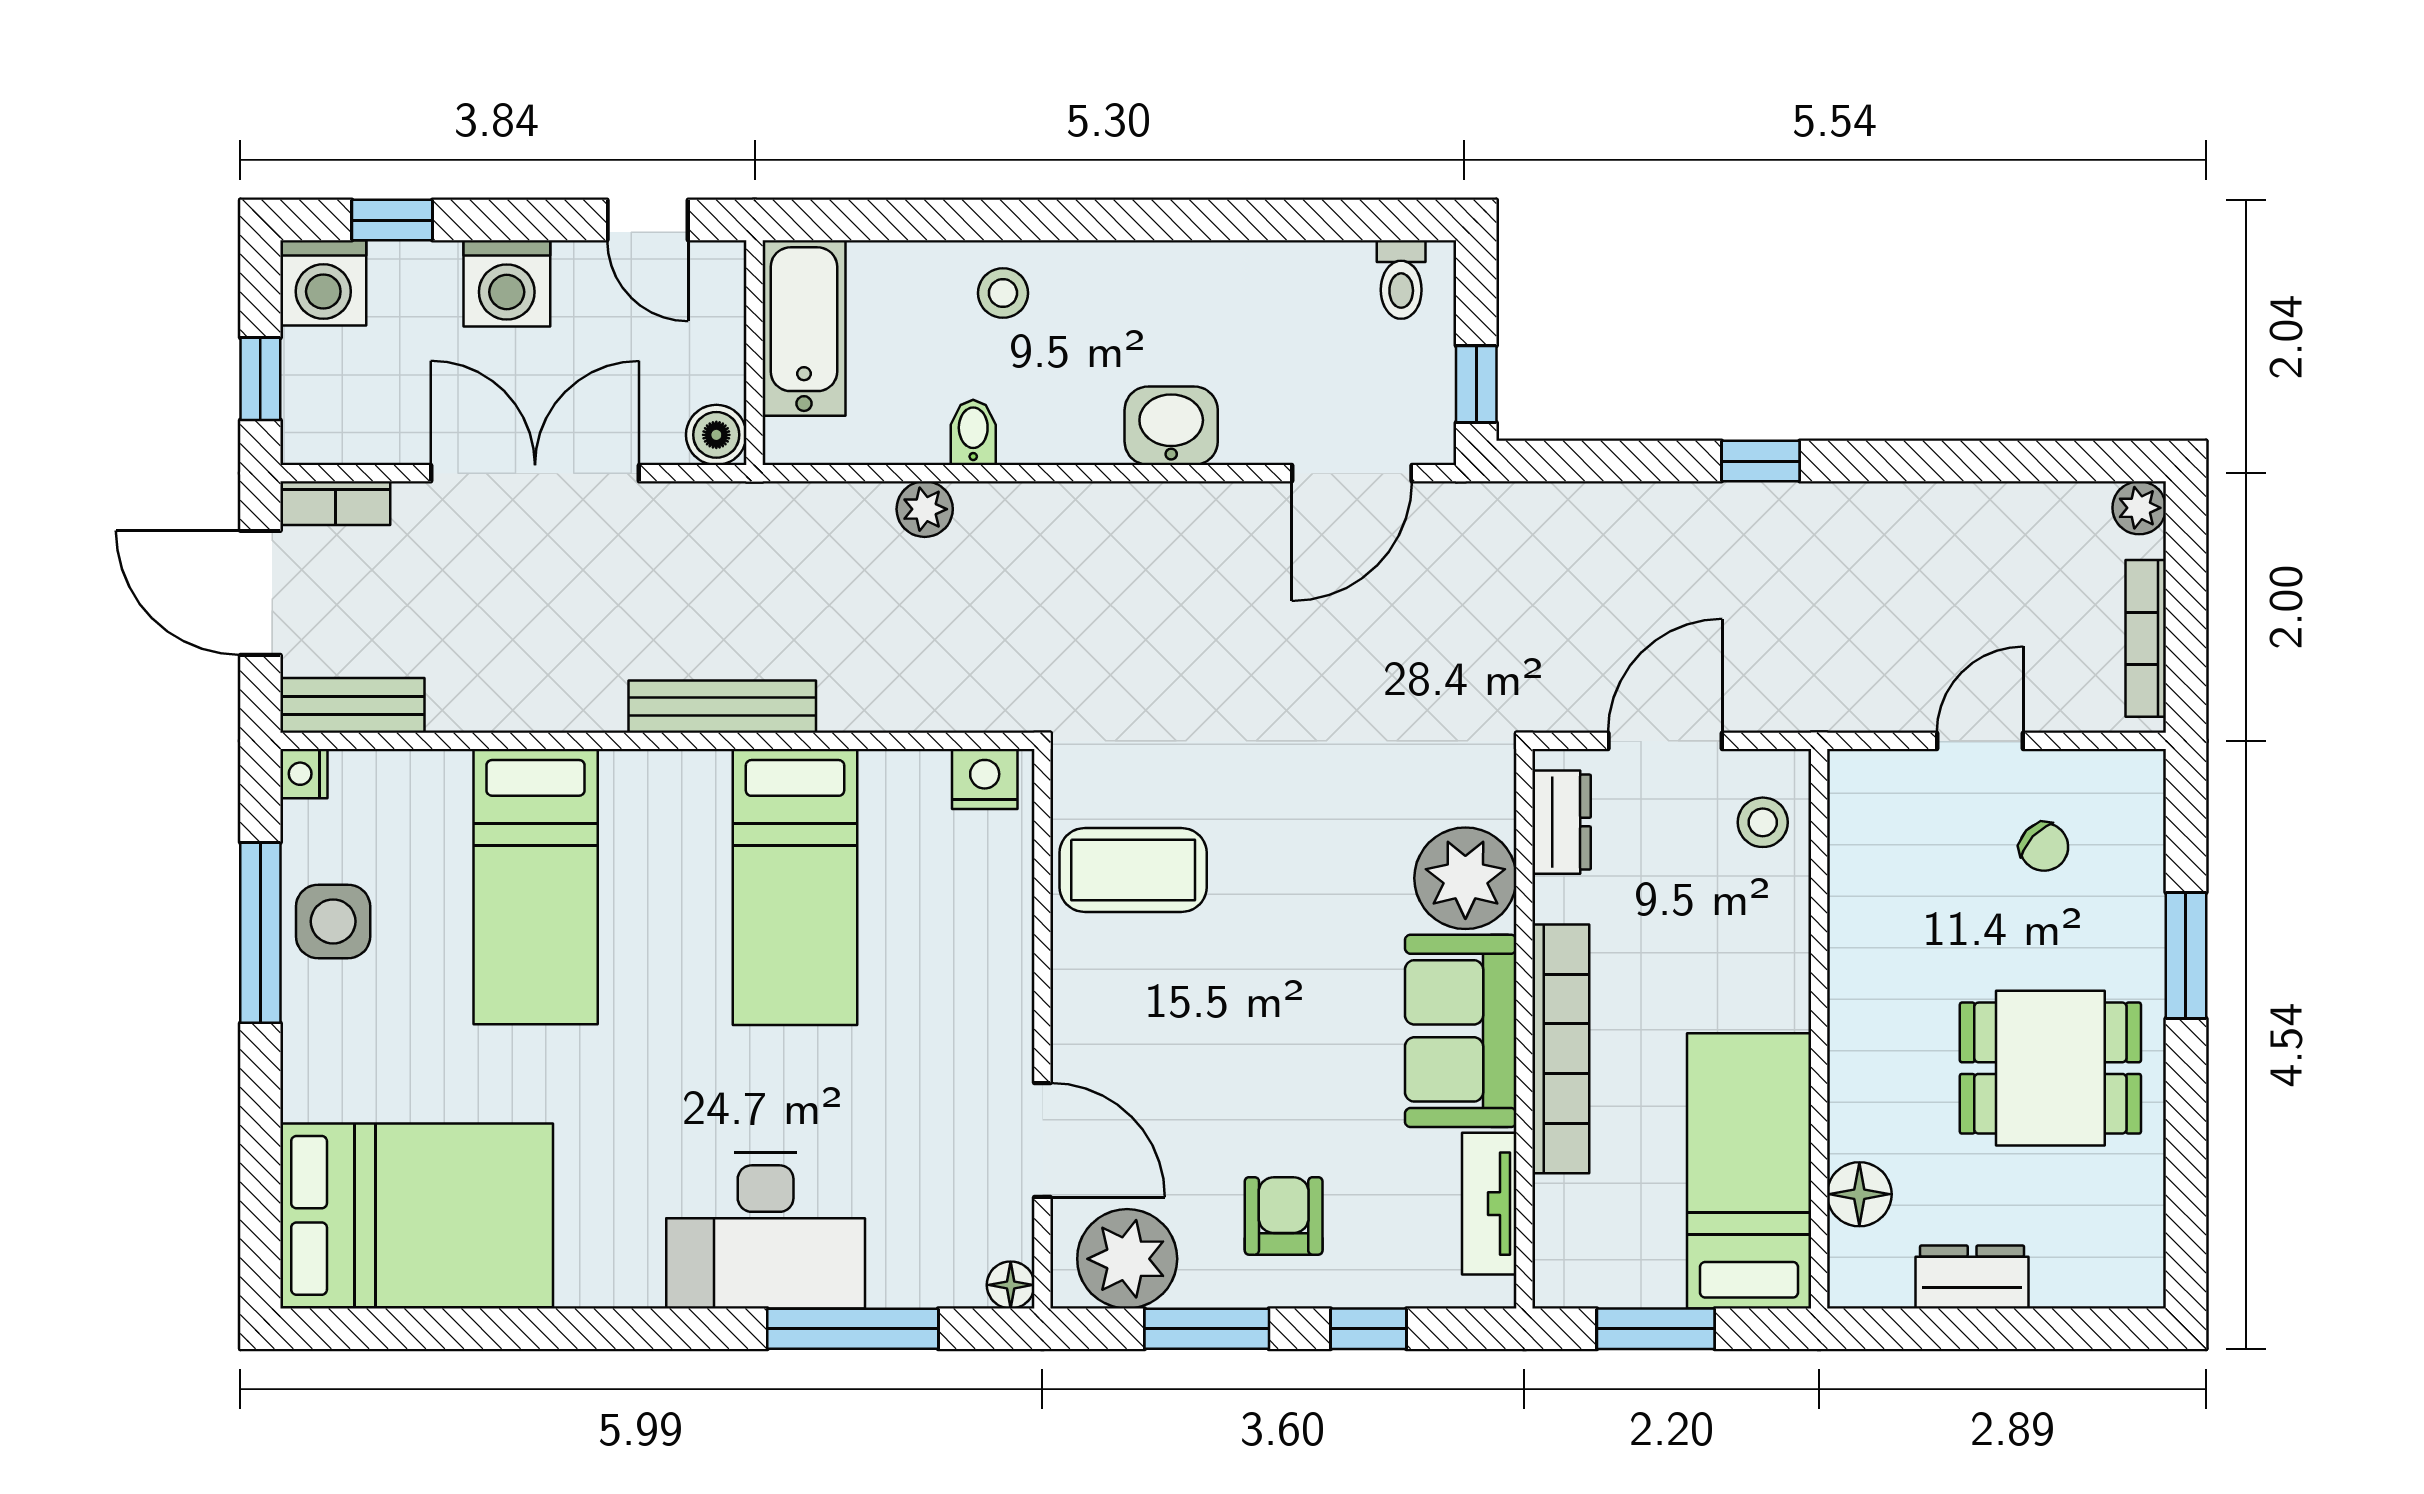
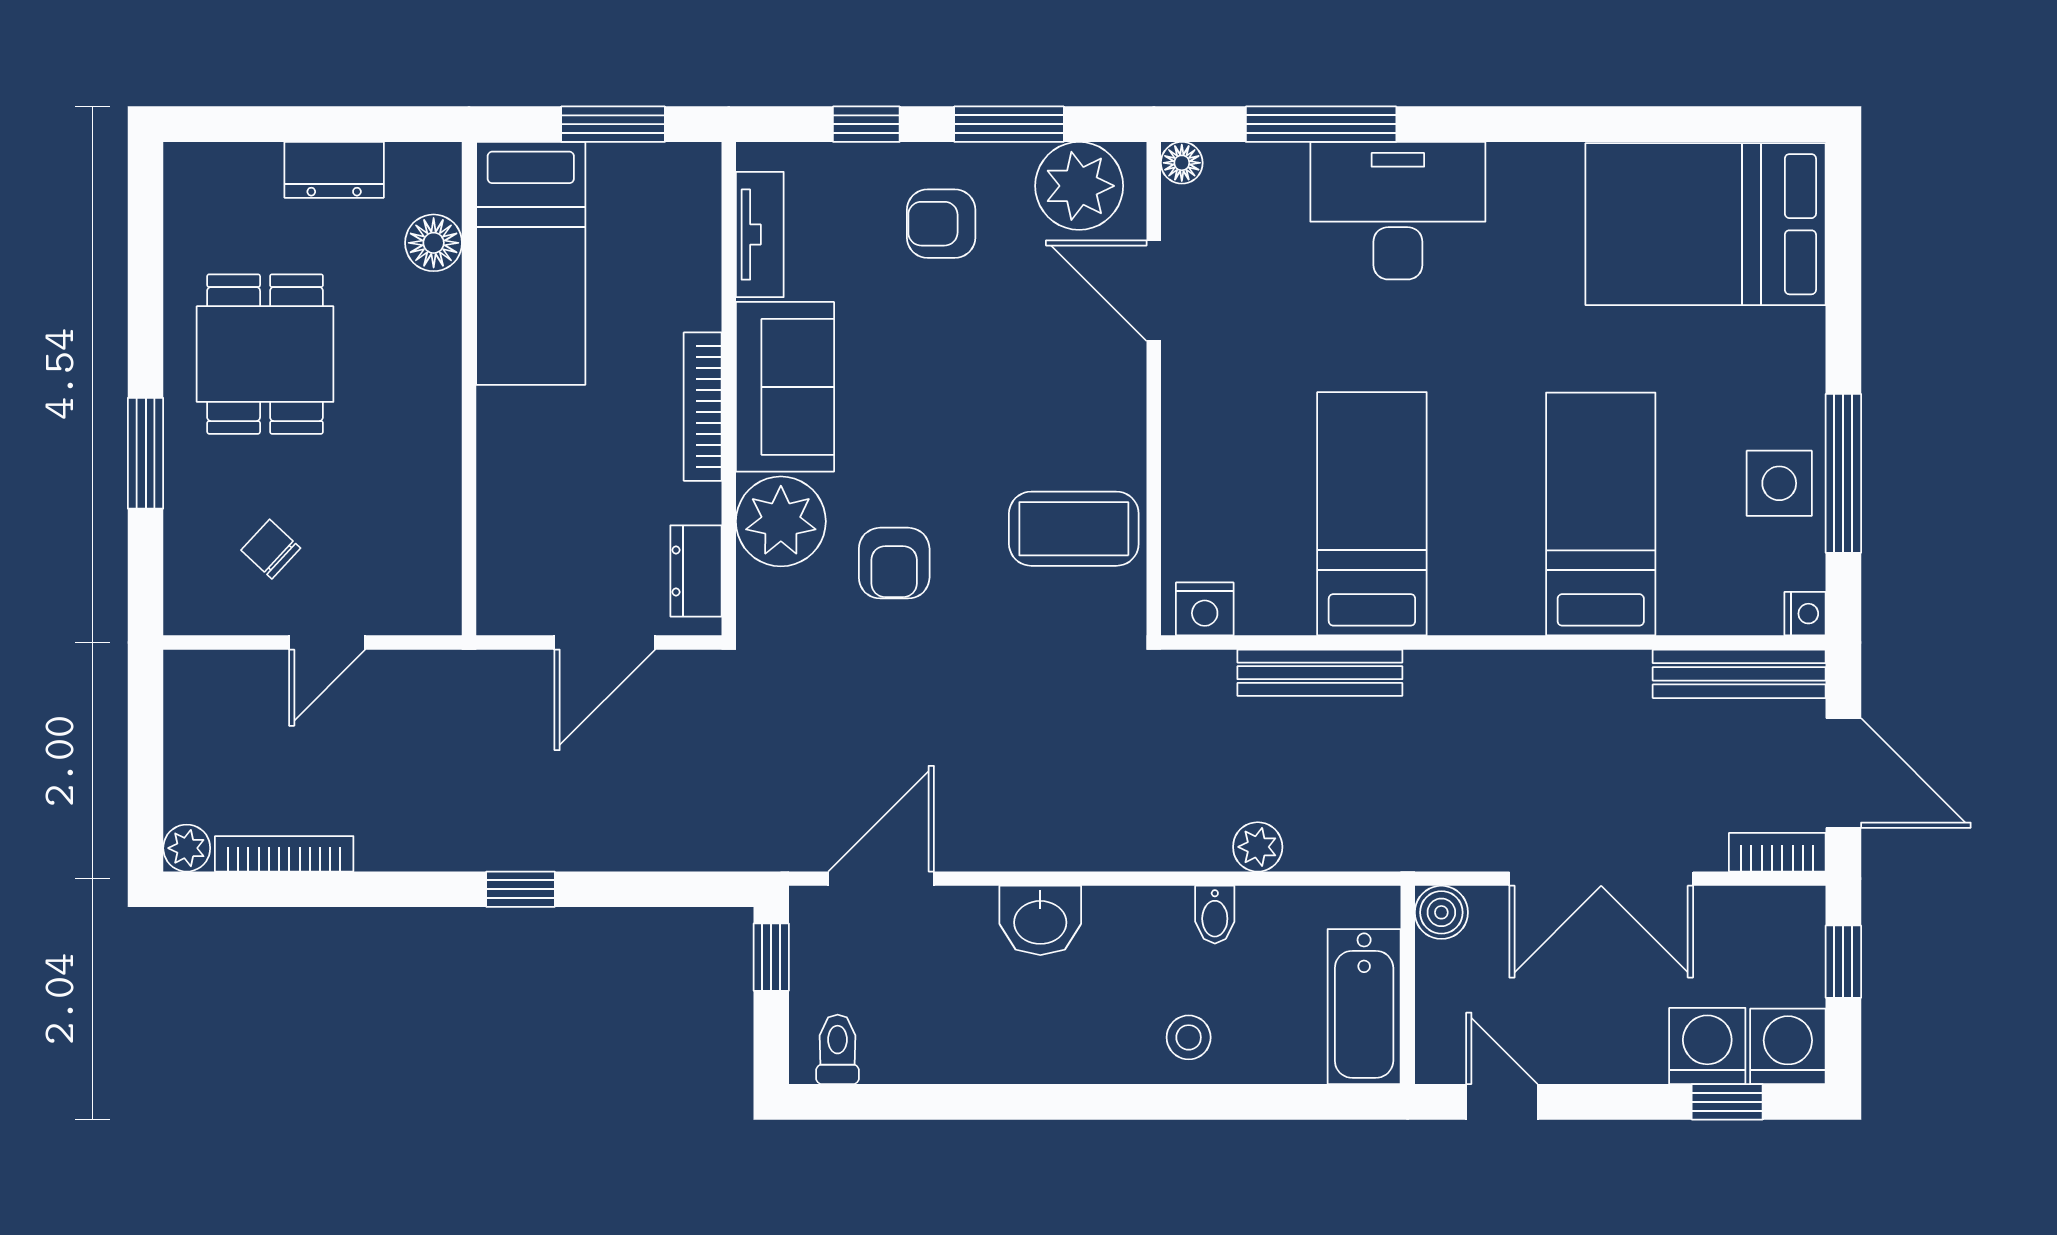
washing machine: (507, 283) -> (1707, 1046), moved
bookcase: (2146, 638) -> (284, 854), moved, turned -90
bench: (352, 705) -> (1739, 674), width x1.36
bench: (722, 707) -> (1320, 673), moved
stool: (1763, 822) -> (519, 571), removed
armchair: (1337, 831) -> (894, 563), added
bookcase: (1561, 1049) -> (703, 407), width x0.68, depth x0.76
dining table: (2050, 1068) -> (265, 354), turned 90
armchair: (1284, 1216) -> (941, 224), turned 90

